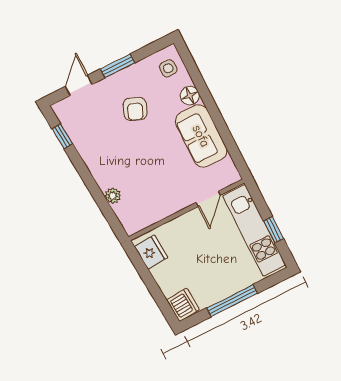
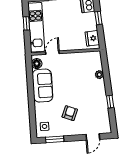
window: (118, 66) -> (55, 139), moved
floor lamp: (190, 96) -> (37, 64), moved
window: (62, 136) -> (110, 102), moved
window: (155, 291) -> (98, 18), added

